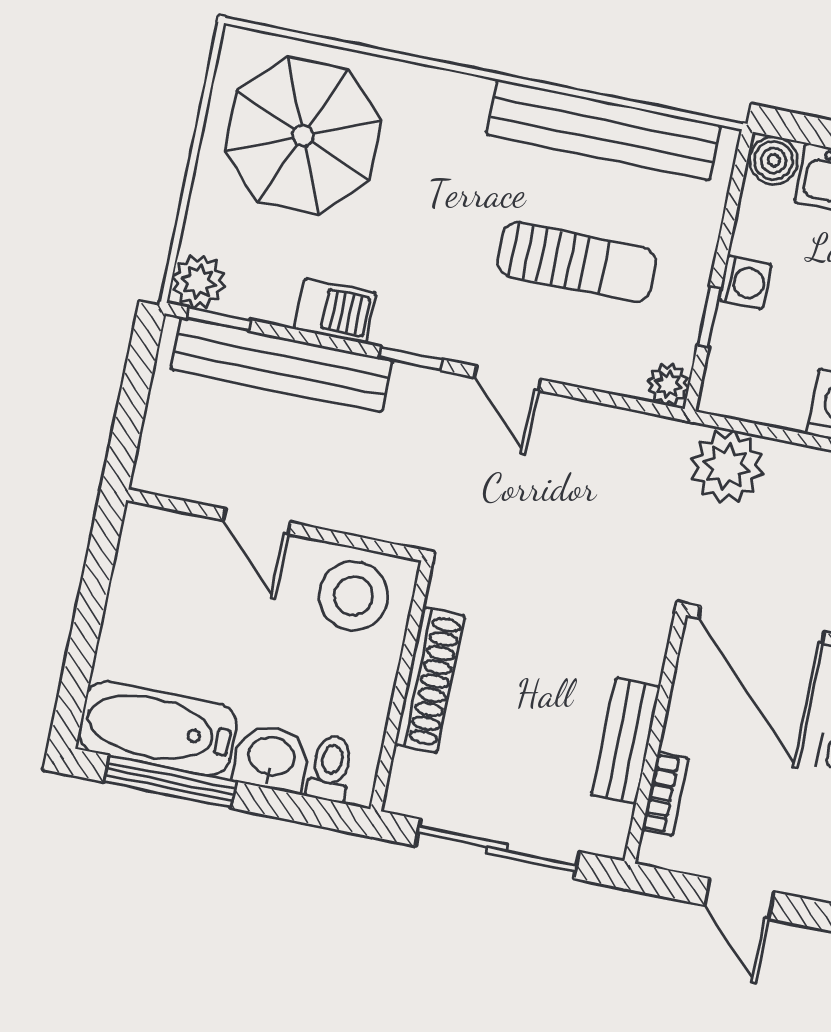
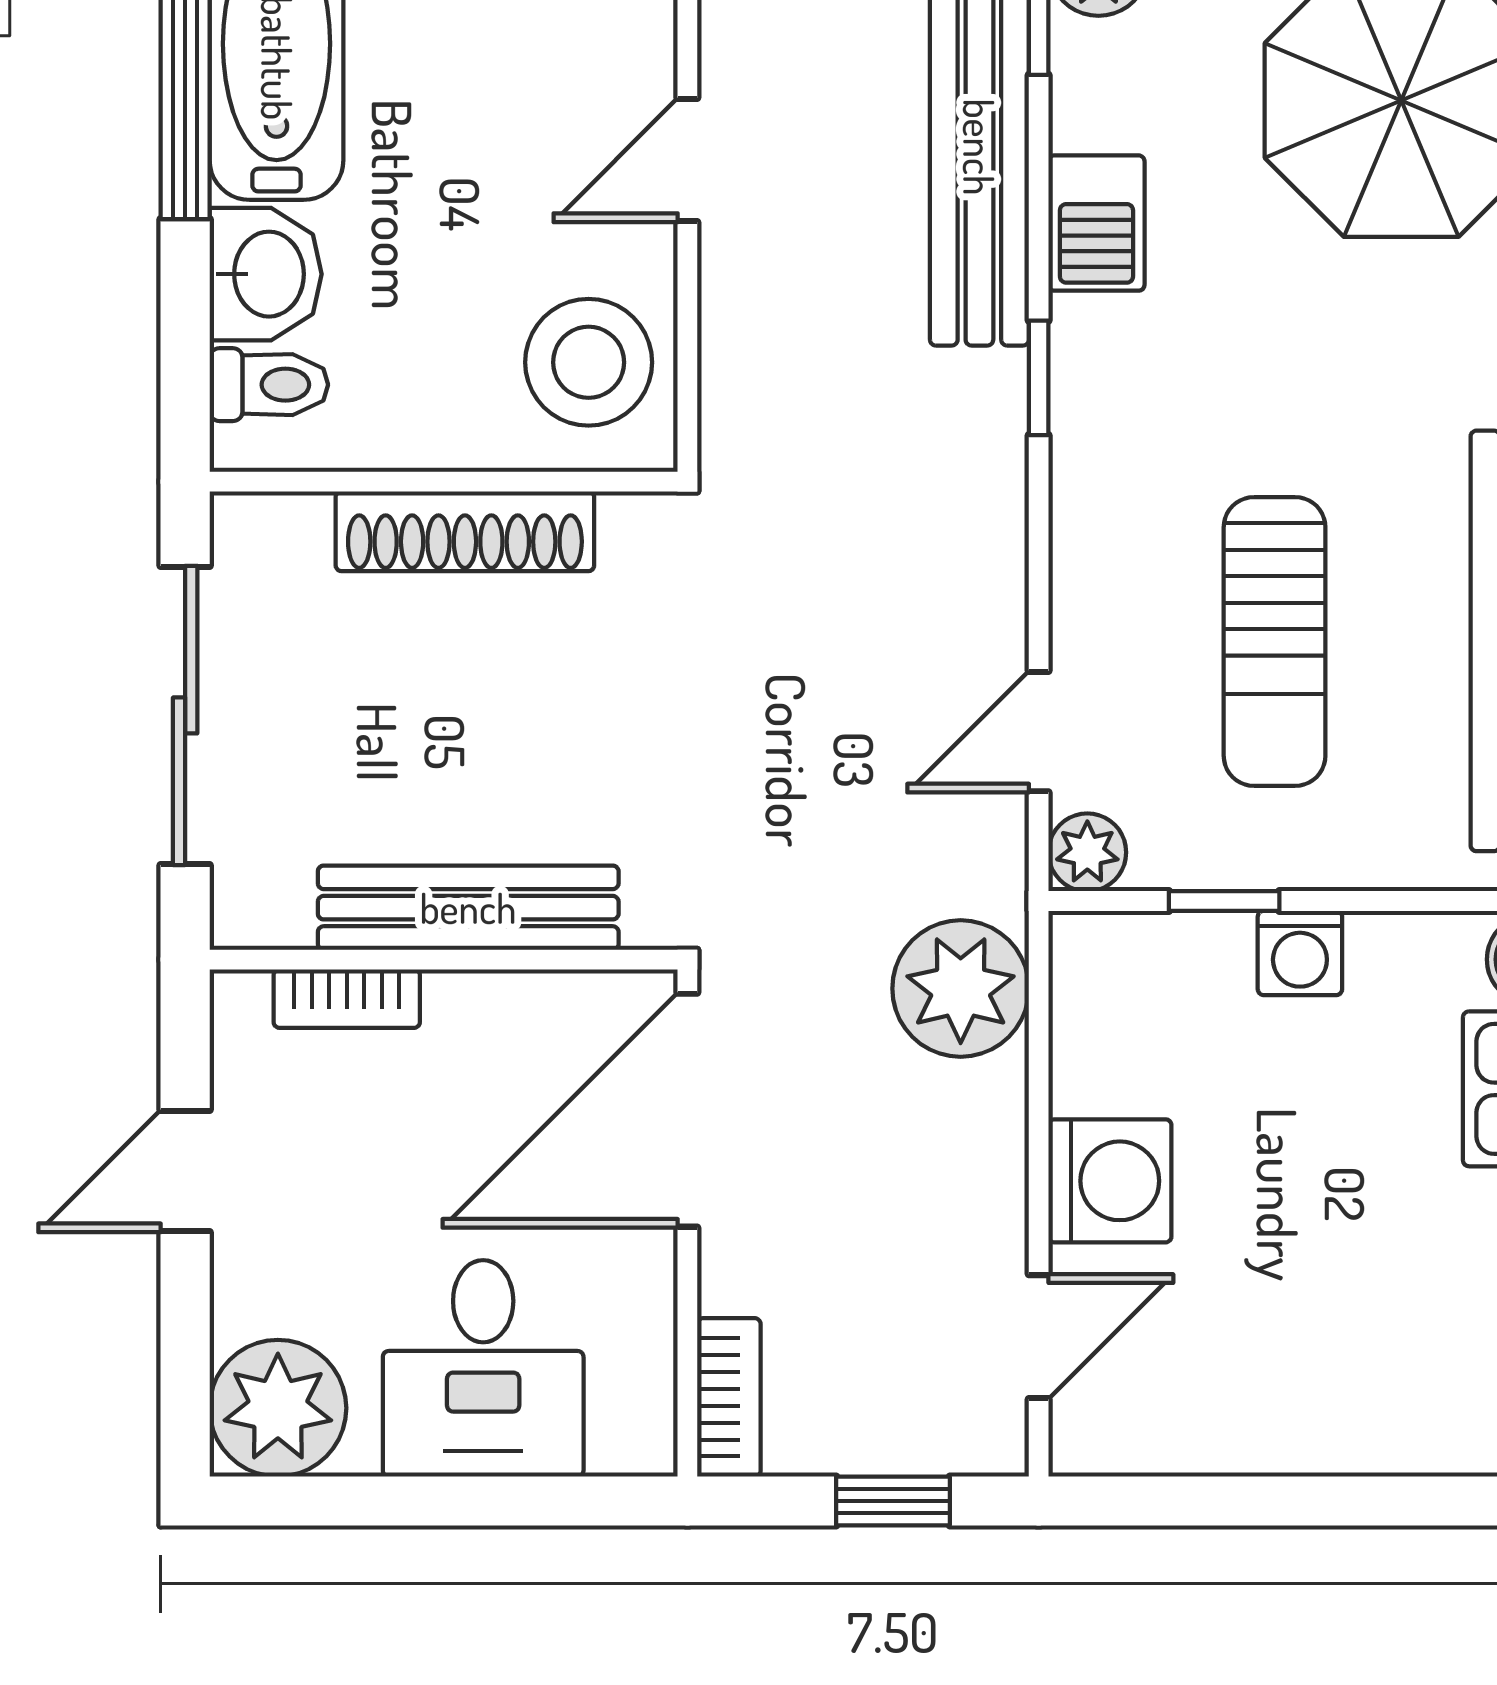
door: (508, 378) -> (1039, 732), moved
bench: (626, 741) -> (468, 908), width x1.36

